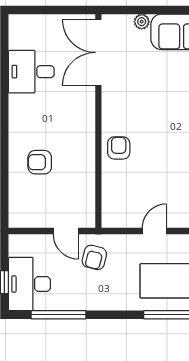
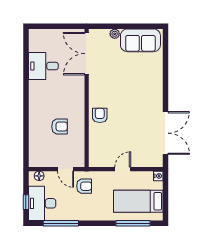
armchair: (40, 162) -> (60, 127), moved, turned 180
floor lamp: (25, 242) -> (39, 176), added
armchair: (94, 257) -> (84, 186), turned -104

